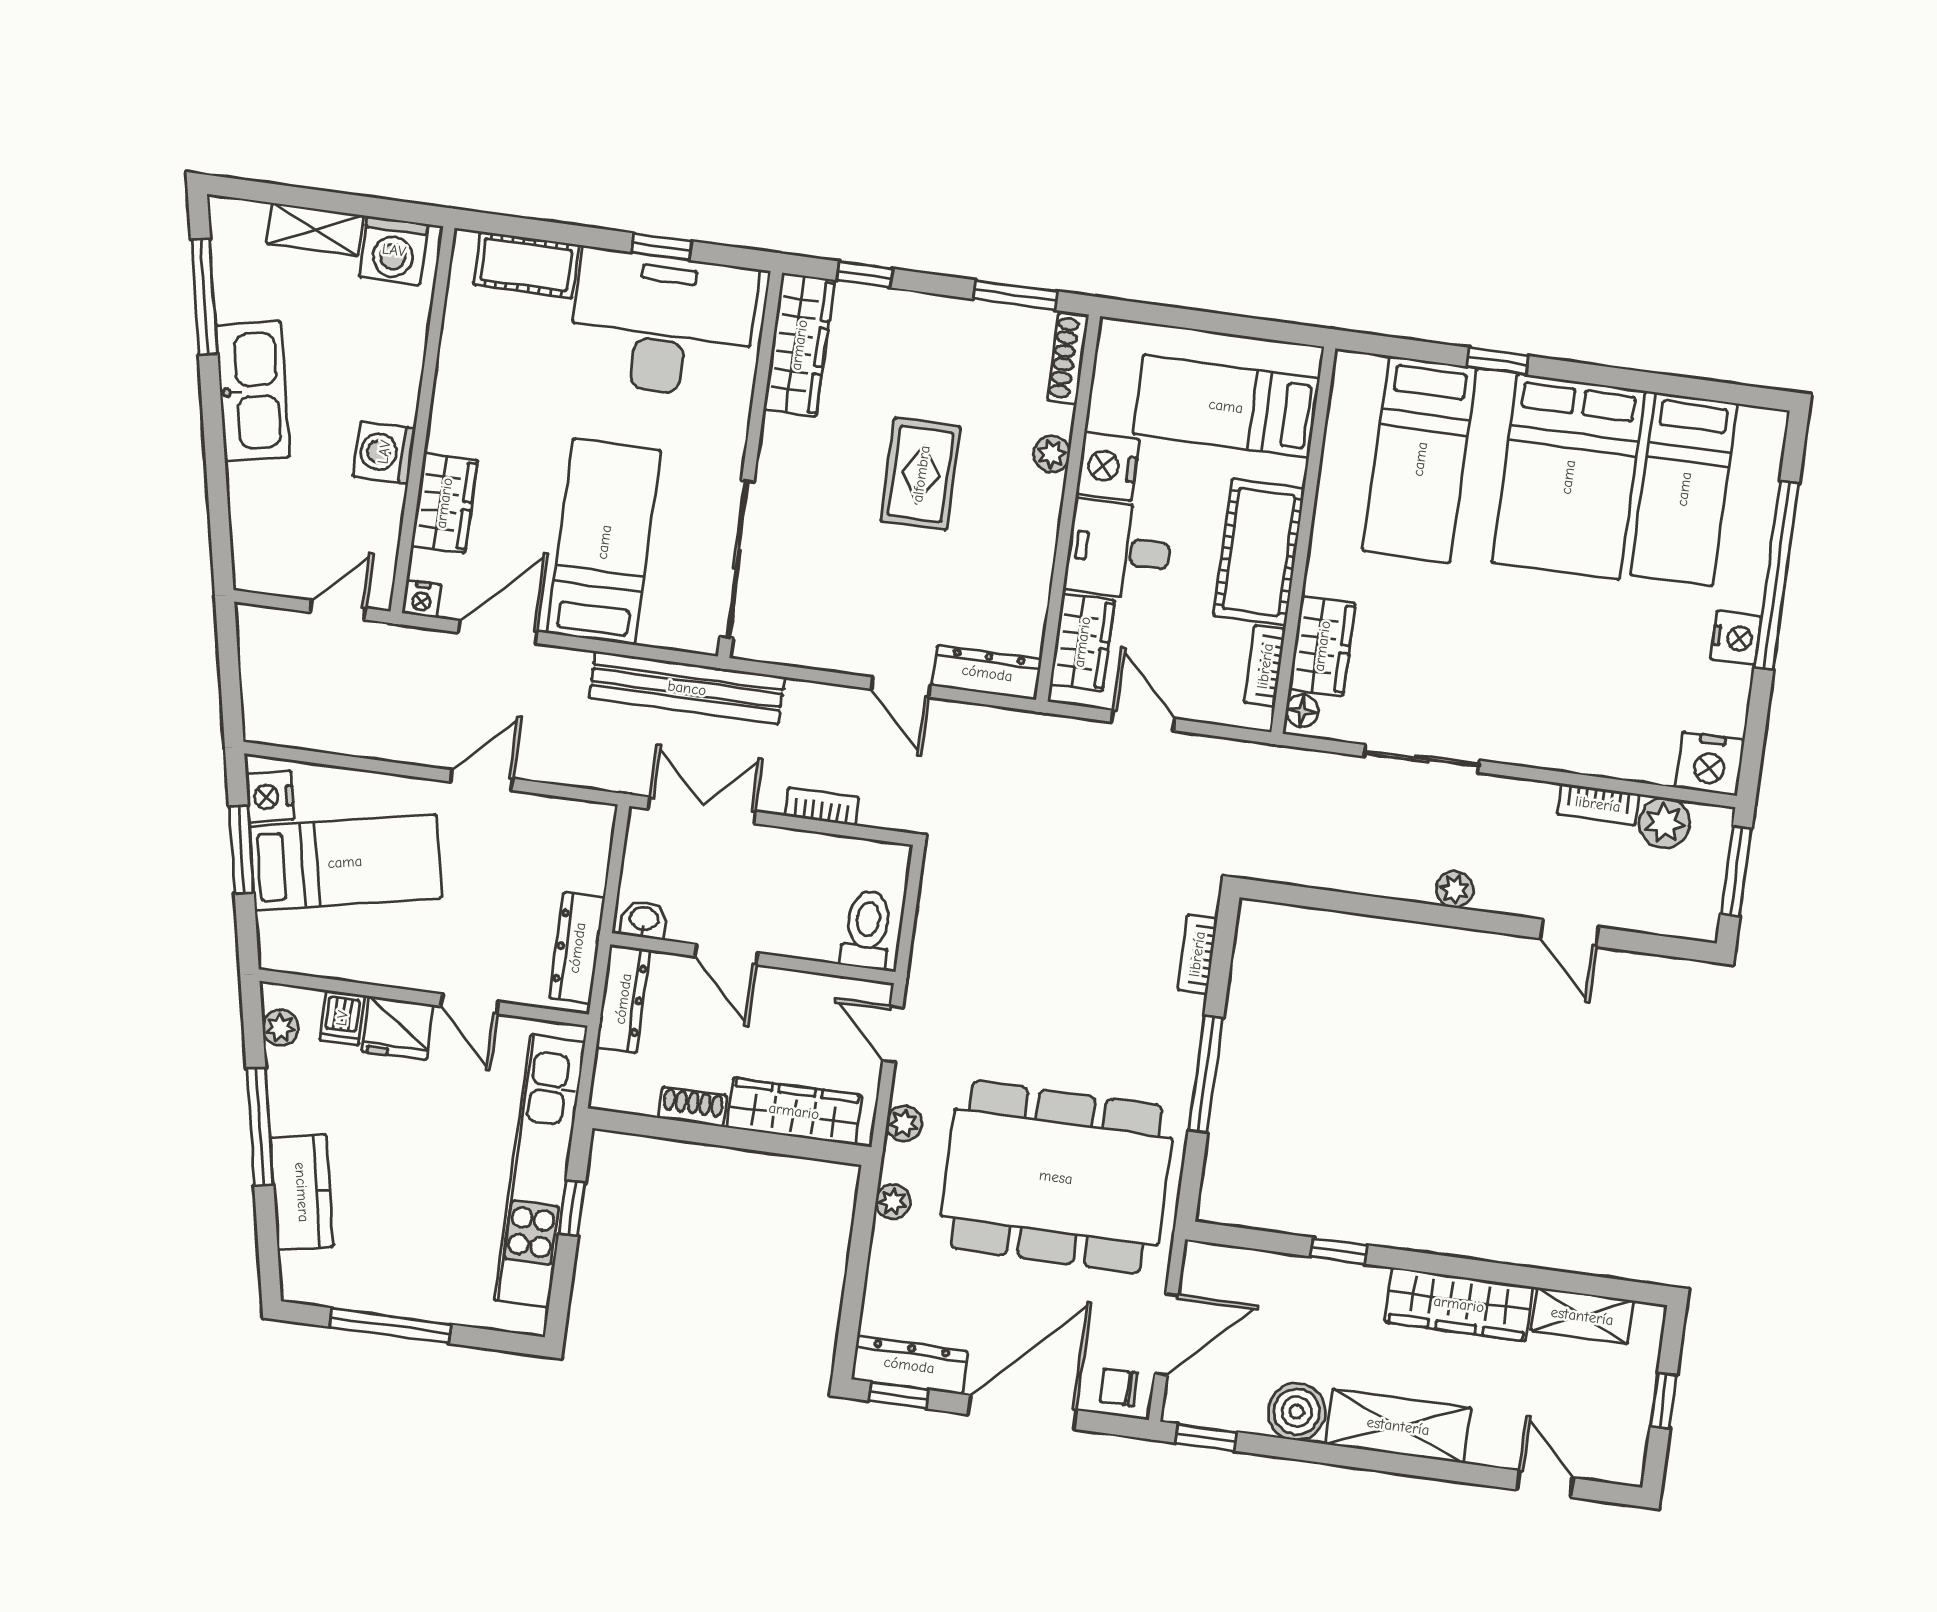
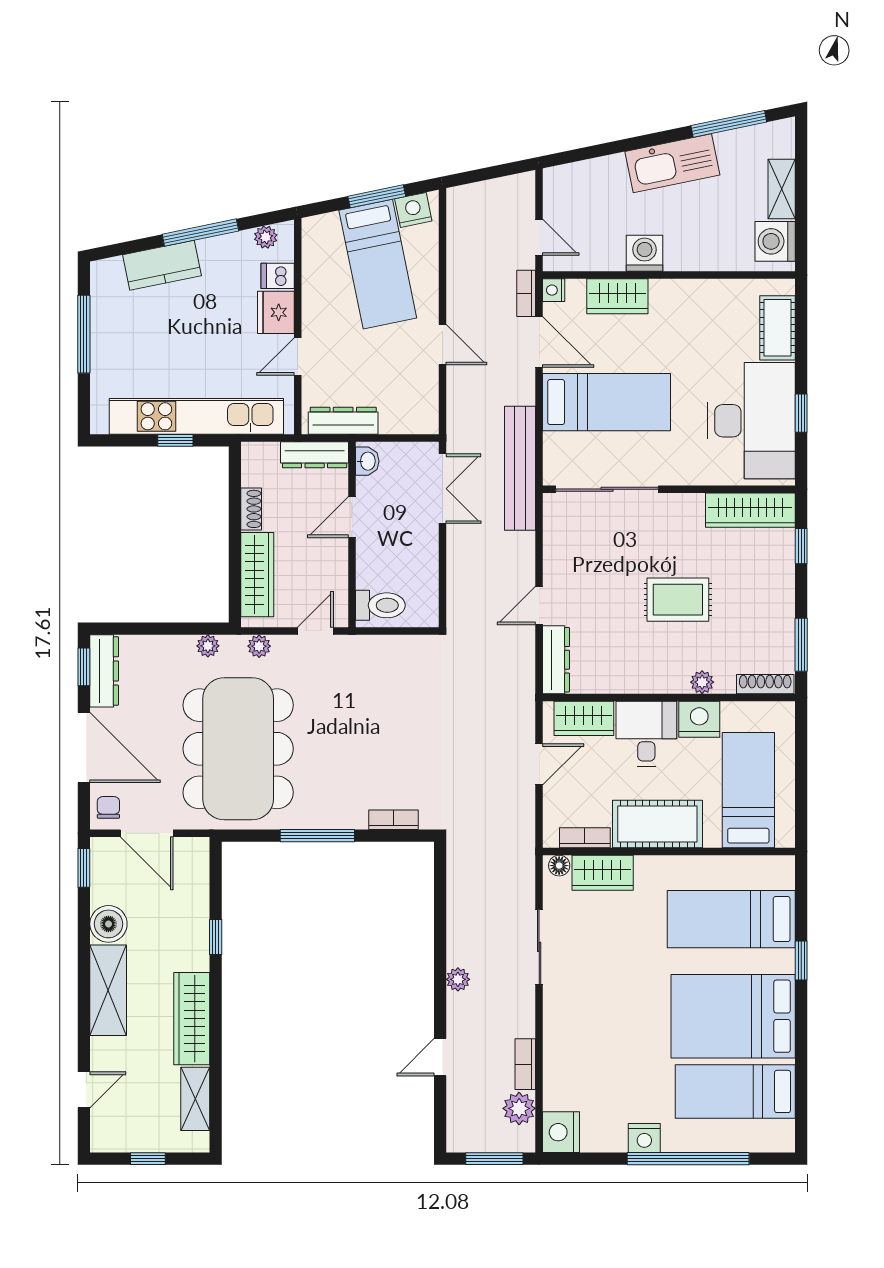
bookcase: (822, 807) -> (526, 293), moved, turned 180

